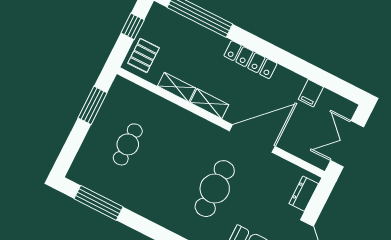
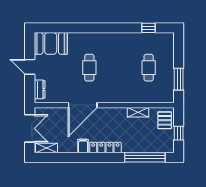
filing cabinet: (311, 93) -> (83, 146), moved
shelving: (209, 104) -> (46, 148), moved
cafe table: (215, 189) -> (89, 68), width x0.73, depth x0.74
window: (98, 203) -> (148, 28), width x0.46

